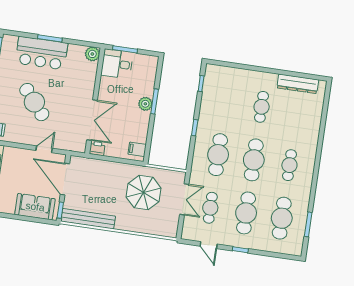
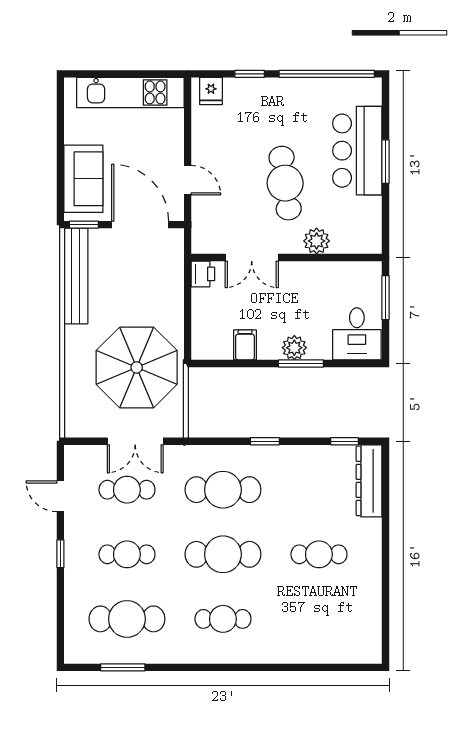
plant: (92, 54) -> (317, 241), moved
desk: (117, 64) -> (357, 334), moved, turned 180
dresser: (298, 84) -> (369, 481), moved
cafe table: (34, 102) -> (285, 183), moved, turned -58
double door: (92, 120) -> (252, 258), width x0.73
filing cabinet: (137, 149) -> (245, 345), moved
door: (65, 179) -> (140, 225), hinge flipped
parasol: (144, 193) -> (137, 367), width x1.36, depth x1.36
cafe table: (246, 213) -> (127, 554), width x0.73, depth x0.74
door: (209, 245) -> (60, 496), hinge flipped

